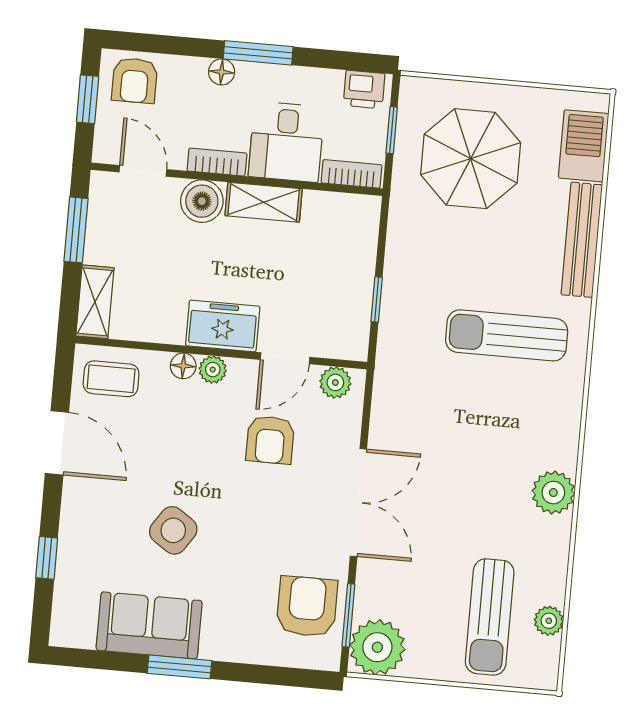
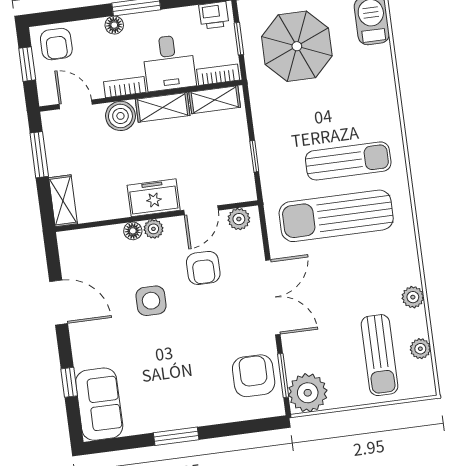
shelving: (339, 208) -> (215, 100), added
bench: (582, 240) -> (385, 85), removed
sun lounger: (507, 335) -> (348, 161), turned 180
coffee table: (111, 379) -> (86, 251), removed
sun lounger: (473, 408) -> (336, 216), added
plant: (553, 493) -> (413, 297), moved, width x0.73, depth x0.73
side table: (173, 530) -> (151, 301), moved, turned -34
sofa: (149, 625) -> (99, 404), moved, turned 90

